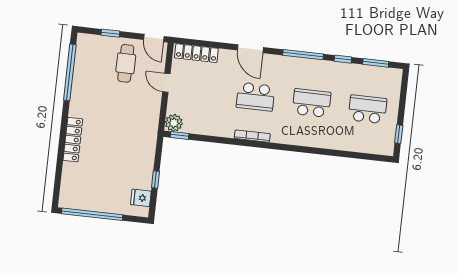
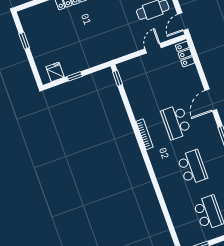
locker: (196, 53) -> (185, 54), width x0.66
plant: (174, 123) -> (125, 69), removed
window: (92, 214) -> (24, 41), width x0.32

